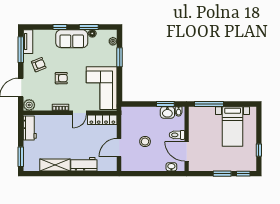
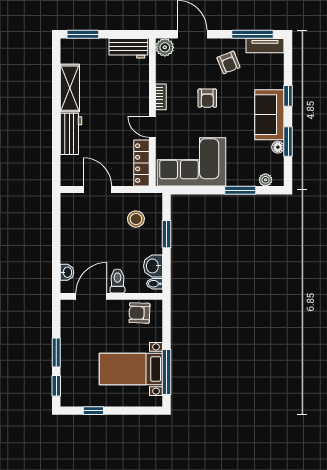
window: (165, 104) -> (166, 234), moved
window: (209, 104) -> (166, 372), moved
armchair: (197, 121) -> (139, 313), added
stool: (145, 142) -> (136, 219), moved

